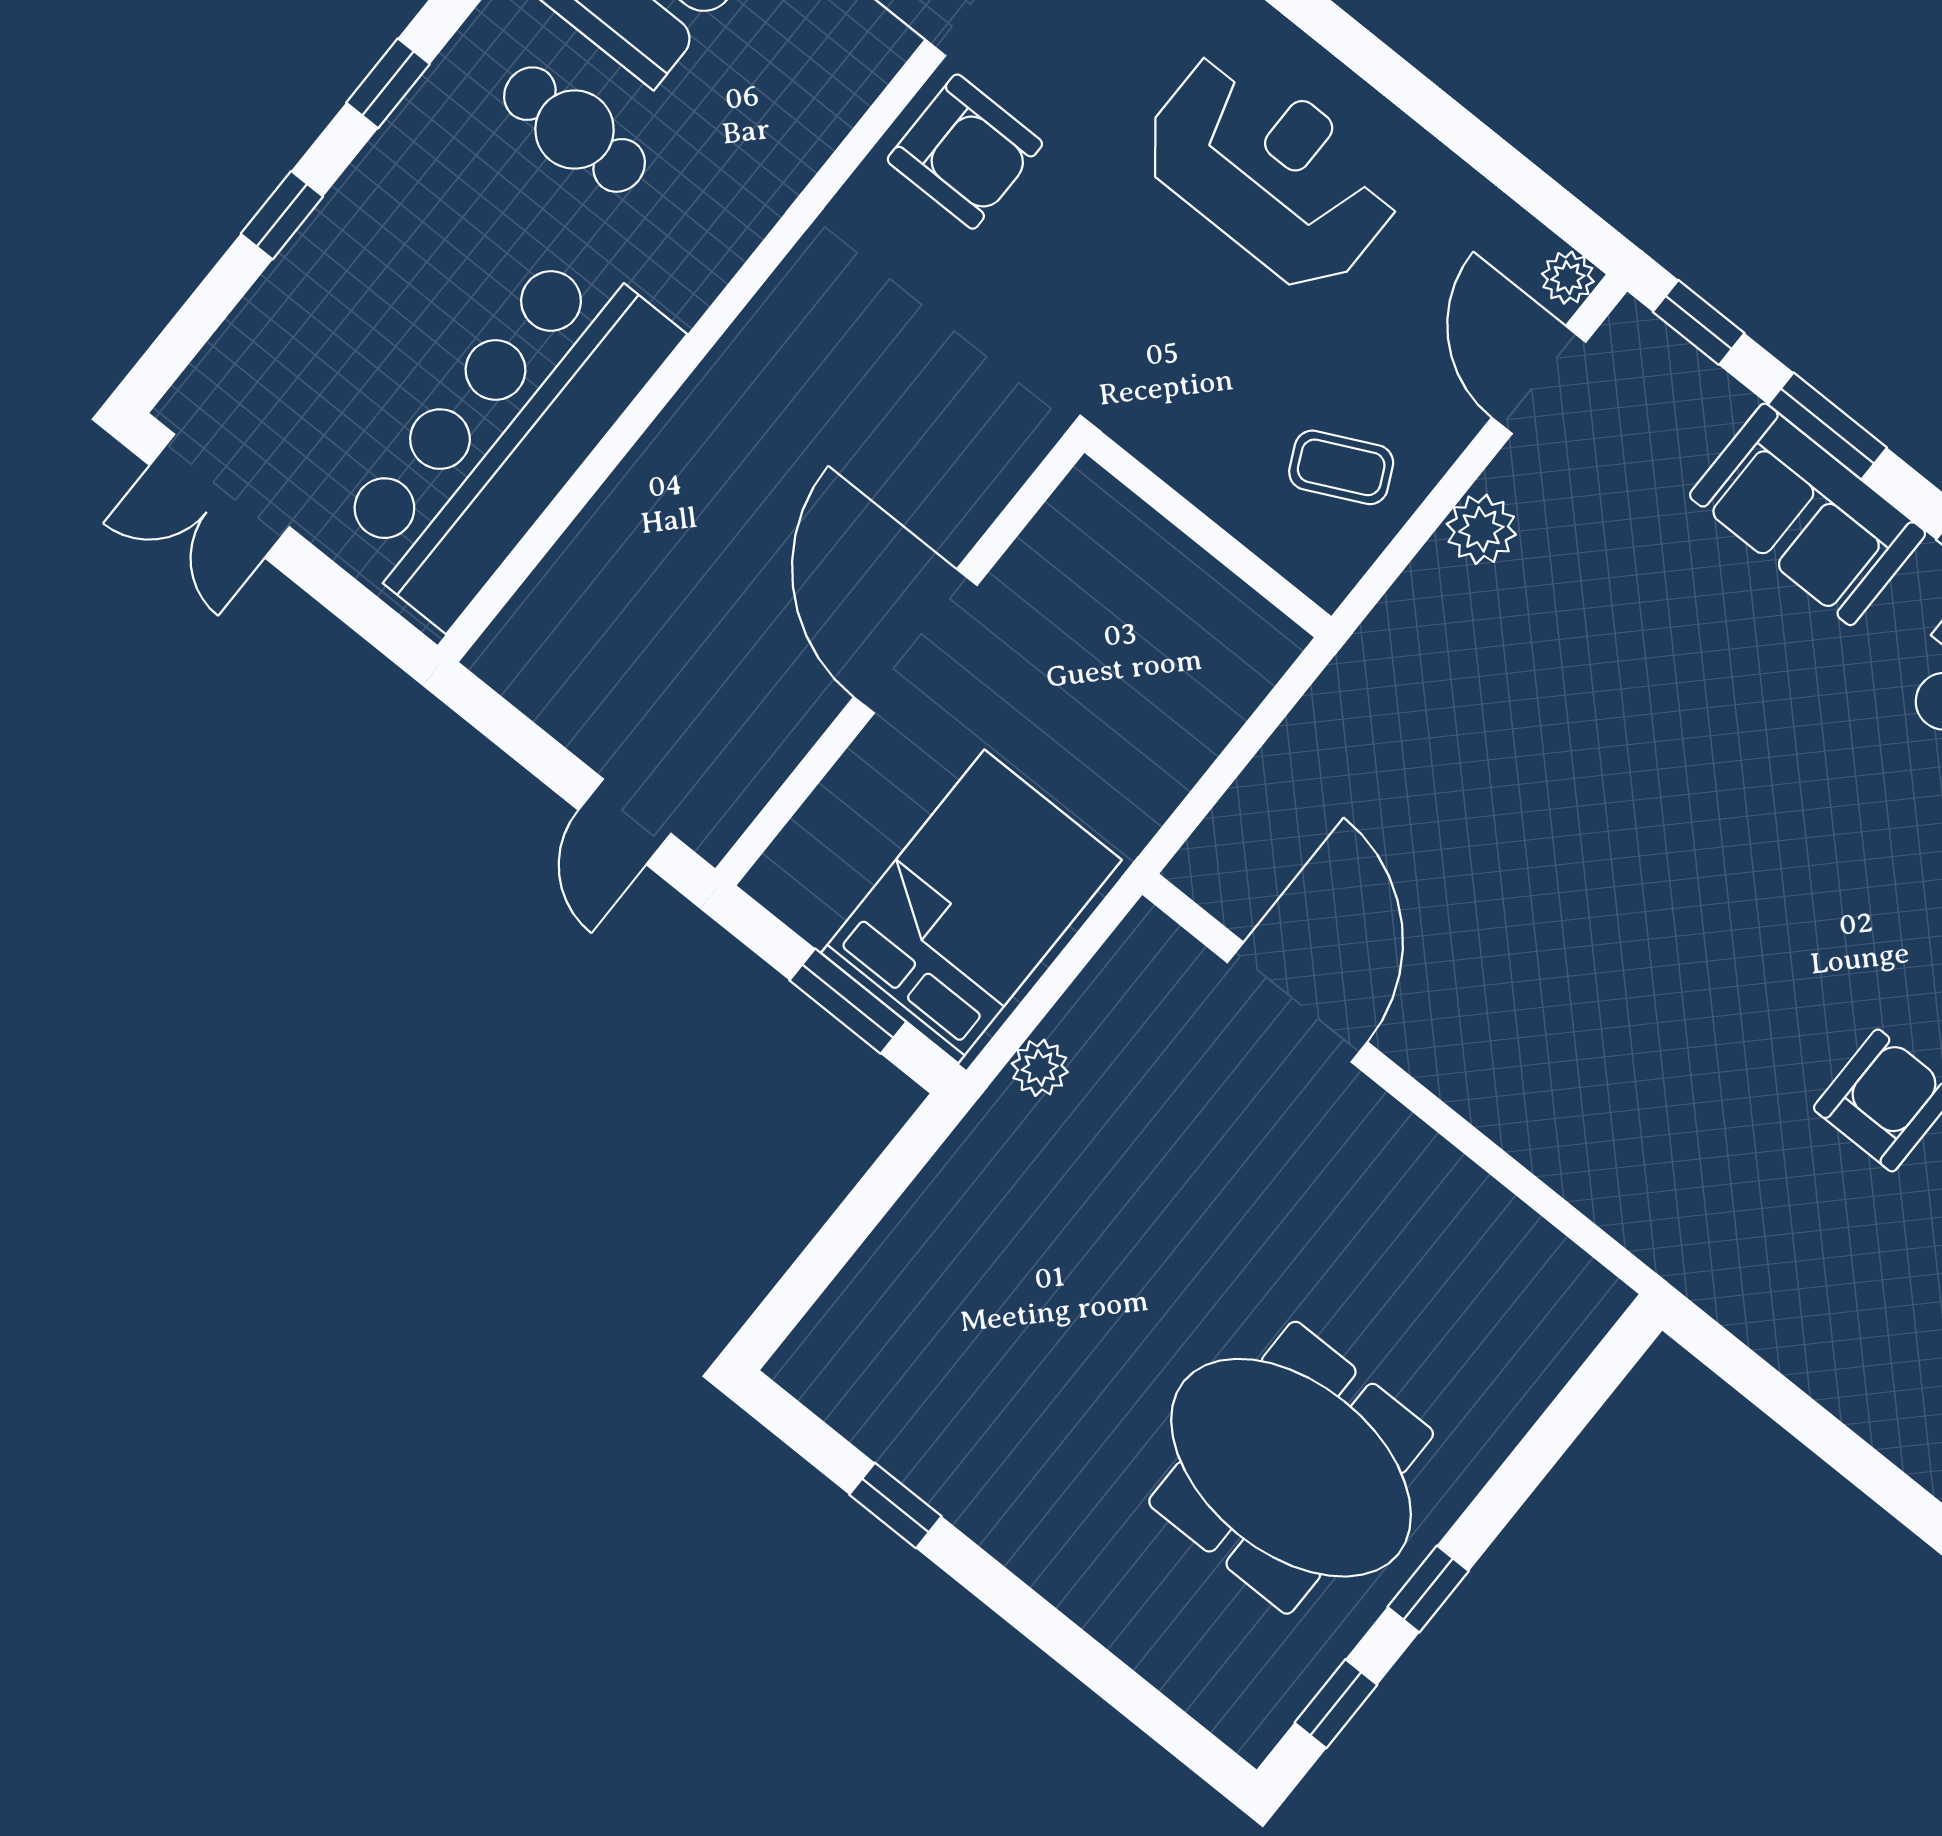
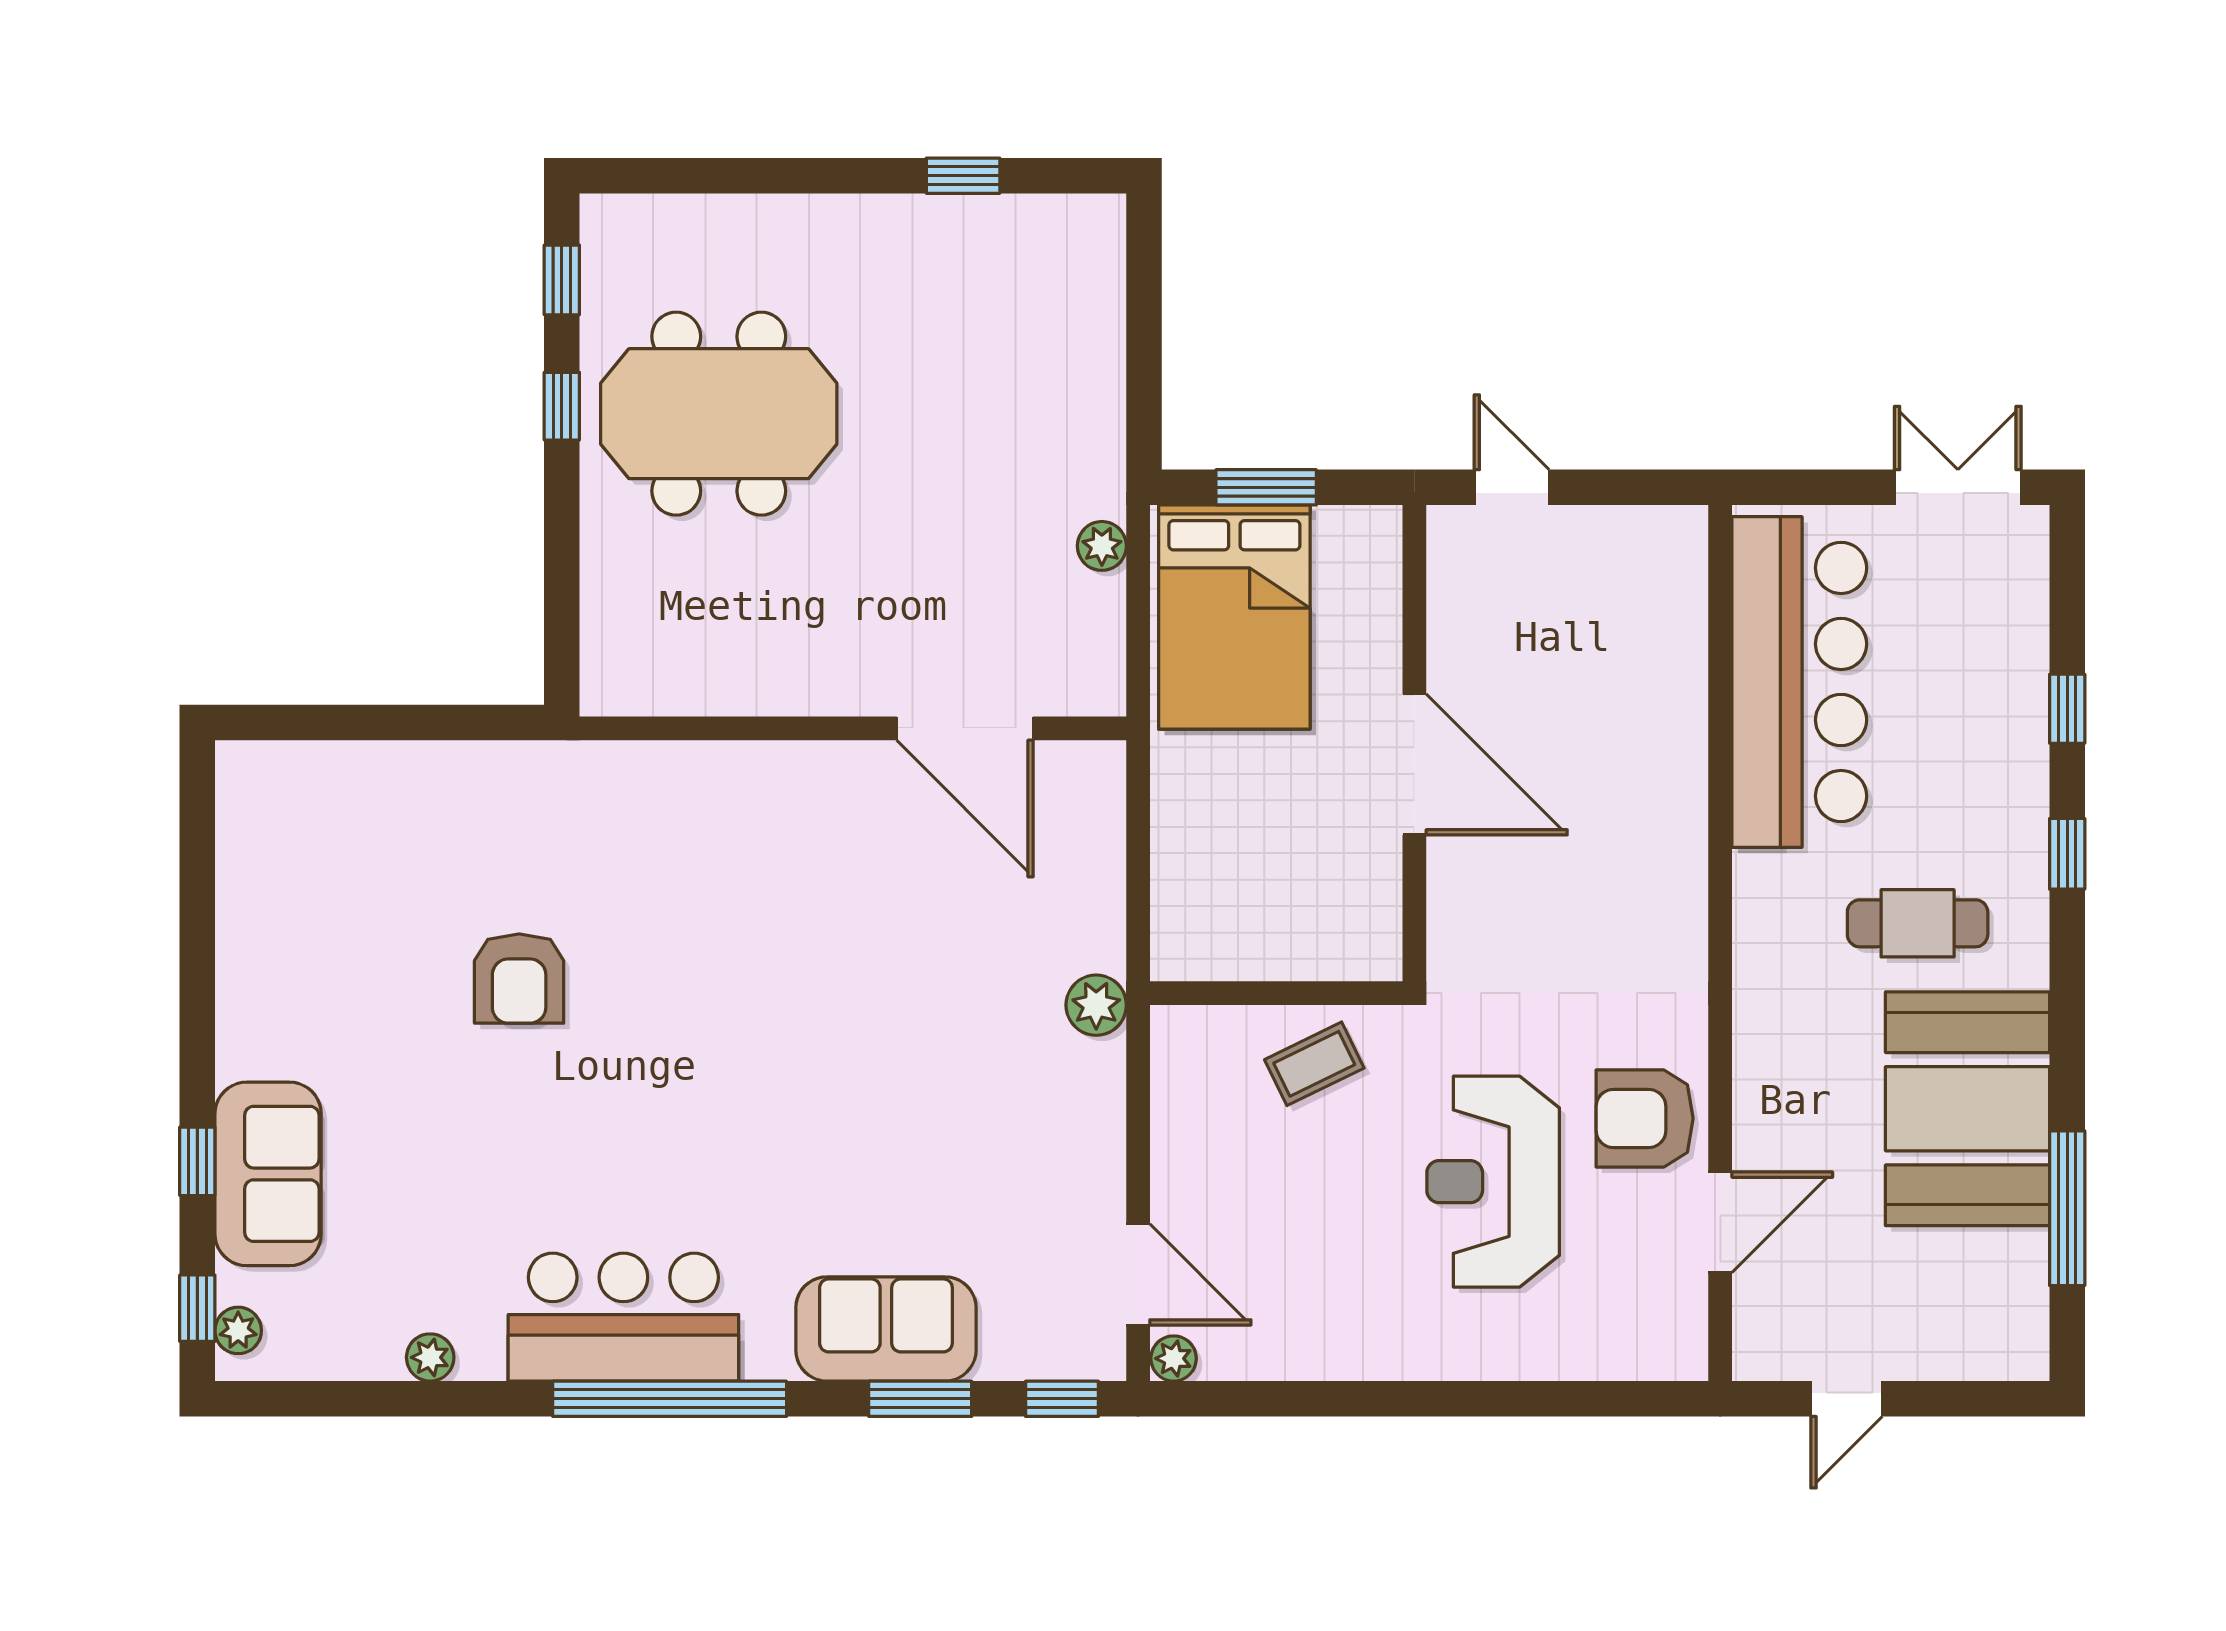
reception desk: (1271, 171) -> (1493, 1182), moved, turned 90
coffee table: (1341, 467) -> (1314, 1064), moved
plant: (1481, 529) -> (1096, 1005), moved

